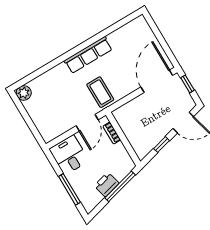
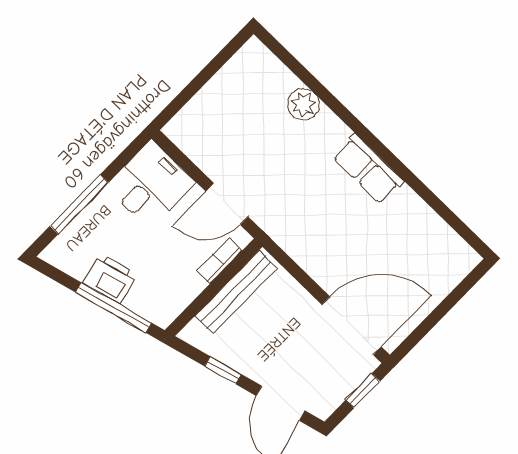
row of seats: (88, 55) -> (368, 169), width x0.68
coffee table: (100, 92) -> (298, 214), removed
plant: (24, 93) -> (303, 105), moved
bench: (128, 129) -> (236, 292), added

